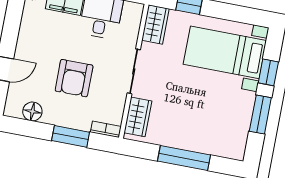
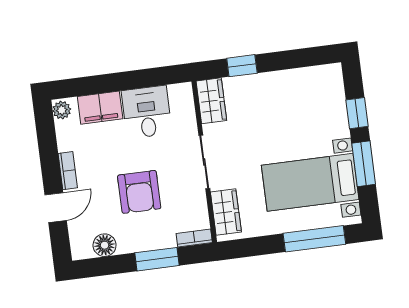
bookcase: (23, 42) -> (68, 171), added
bed with nightstands: (225, 52) -> (310, 182), moved
window: (184, 158) -> (314, 239), moved

